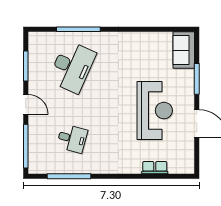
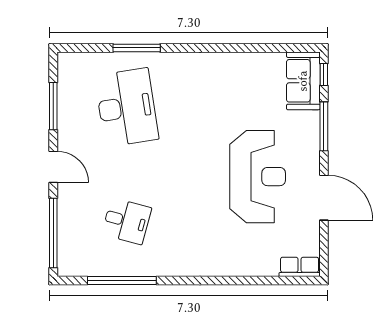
window: (78, 29) -> (137, 48), width x0.68
window: (197, 46) -> (324, 74), added
desk: (72, 67) -> (127, 107), turned -33
row of seats: (155, 168) -> (300, 267), moved

